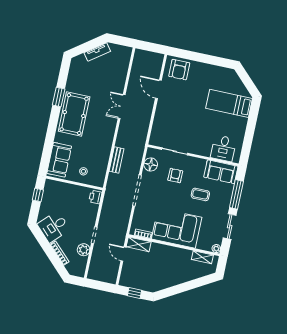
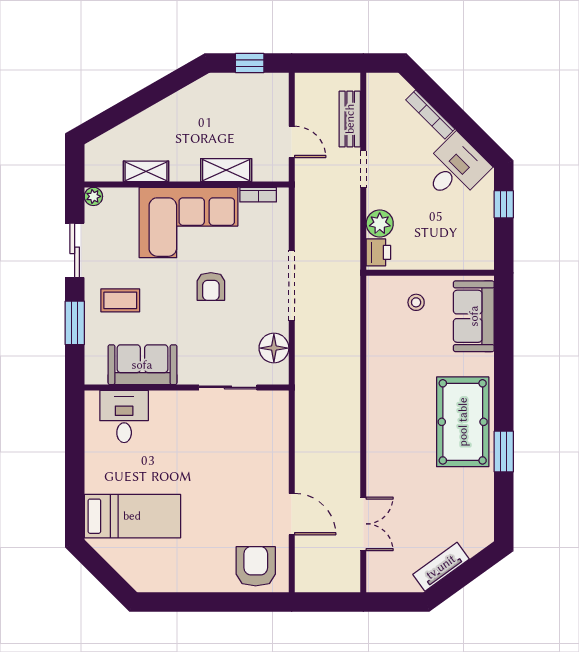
double door: (122, 107) -> (363, 524), moved
bench: (116, 160) -> (350, 119), moved
sofa: (221, 172) -> (142, 365), moved
armchair: (175, 176) -> (211, 287), moved
coffee table: (200, 194) -> (120, 300), moved
window: (236, 194) -> (75, 323), width x0.69
window: (38, 195) -> (504, 204), moved
shelving: (139, 244) -> (226, 170), moved
plant: (84, 250) -> (380, 224), moved
shelving: (202, 257) -> (146, 171), moved

